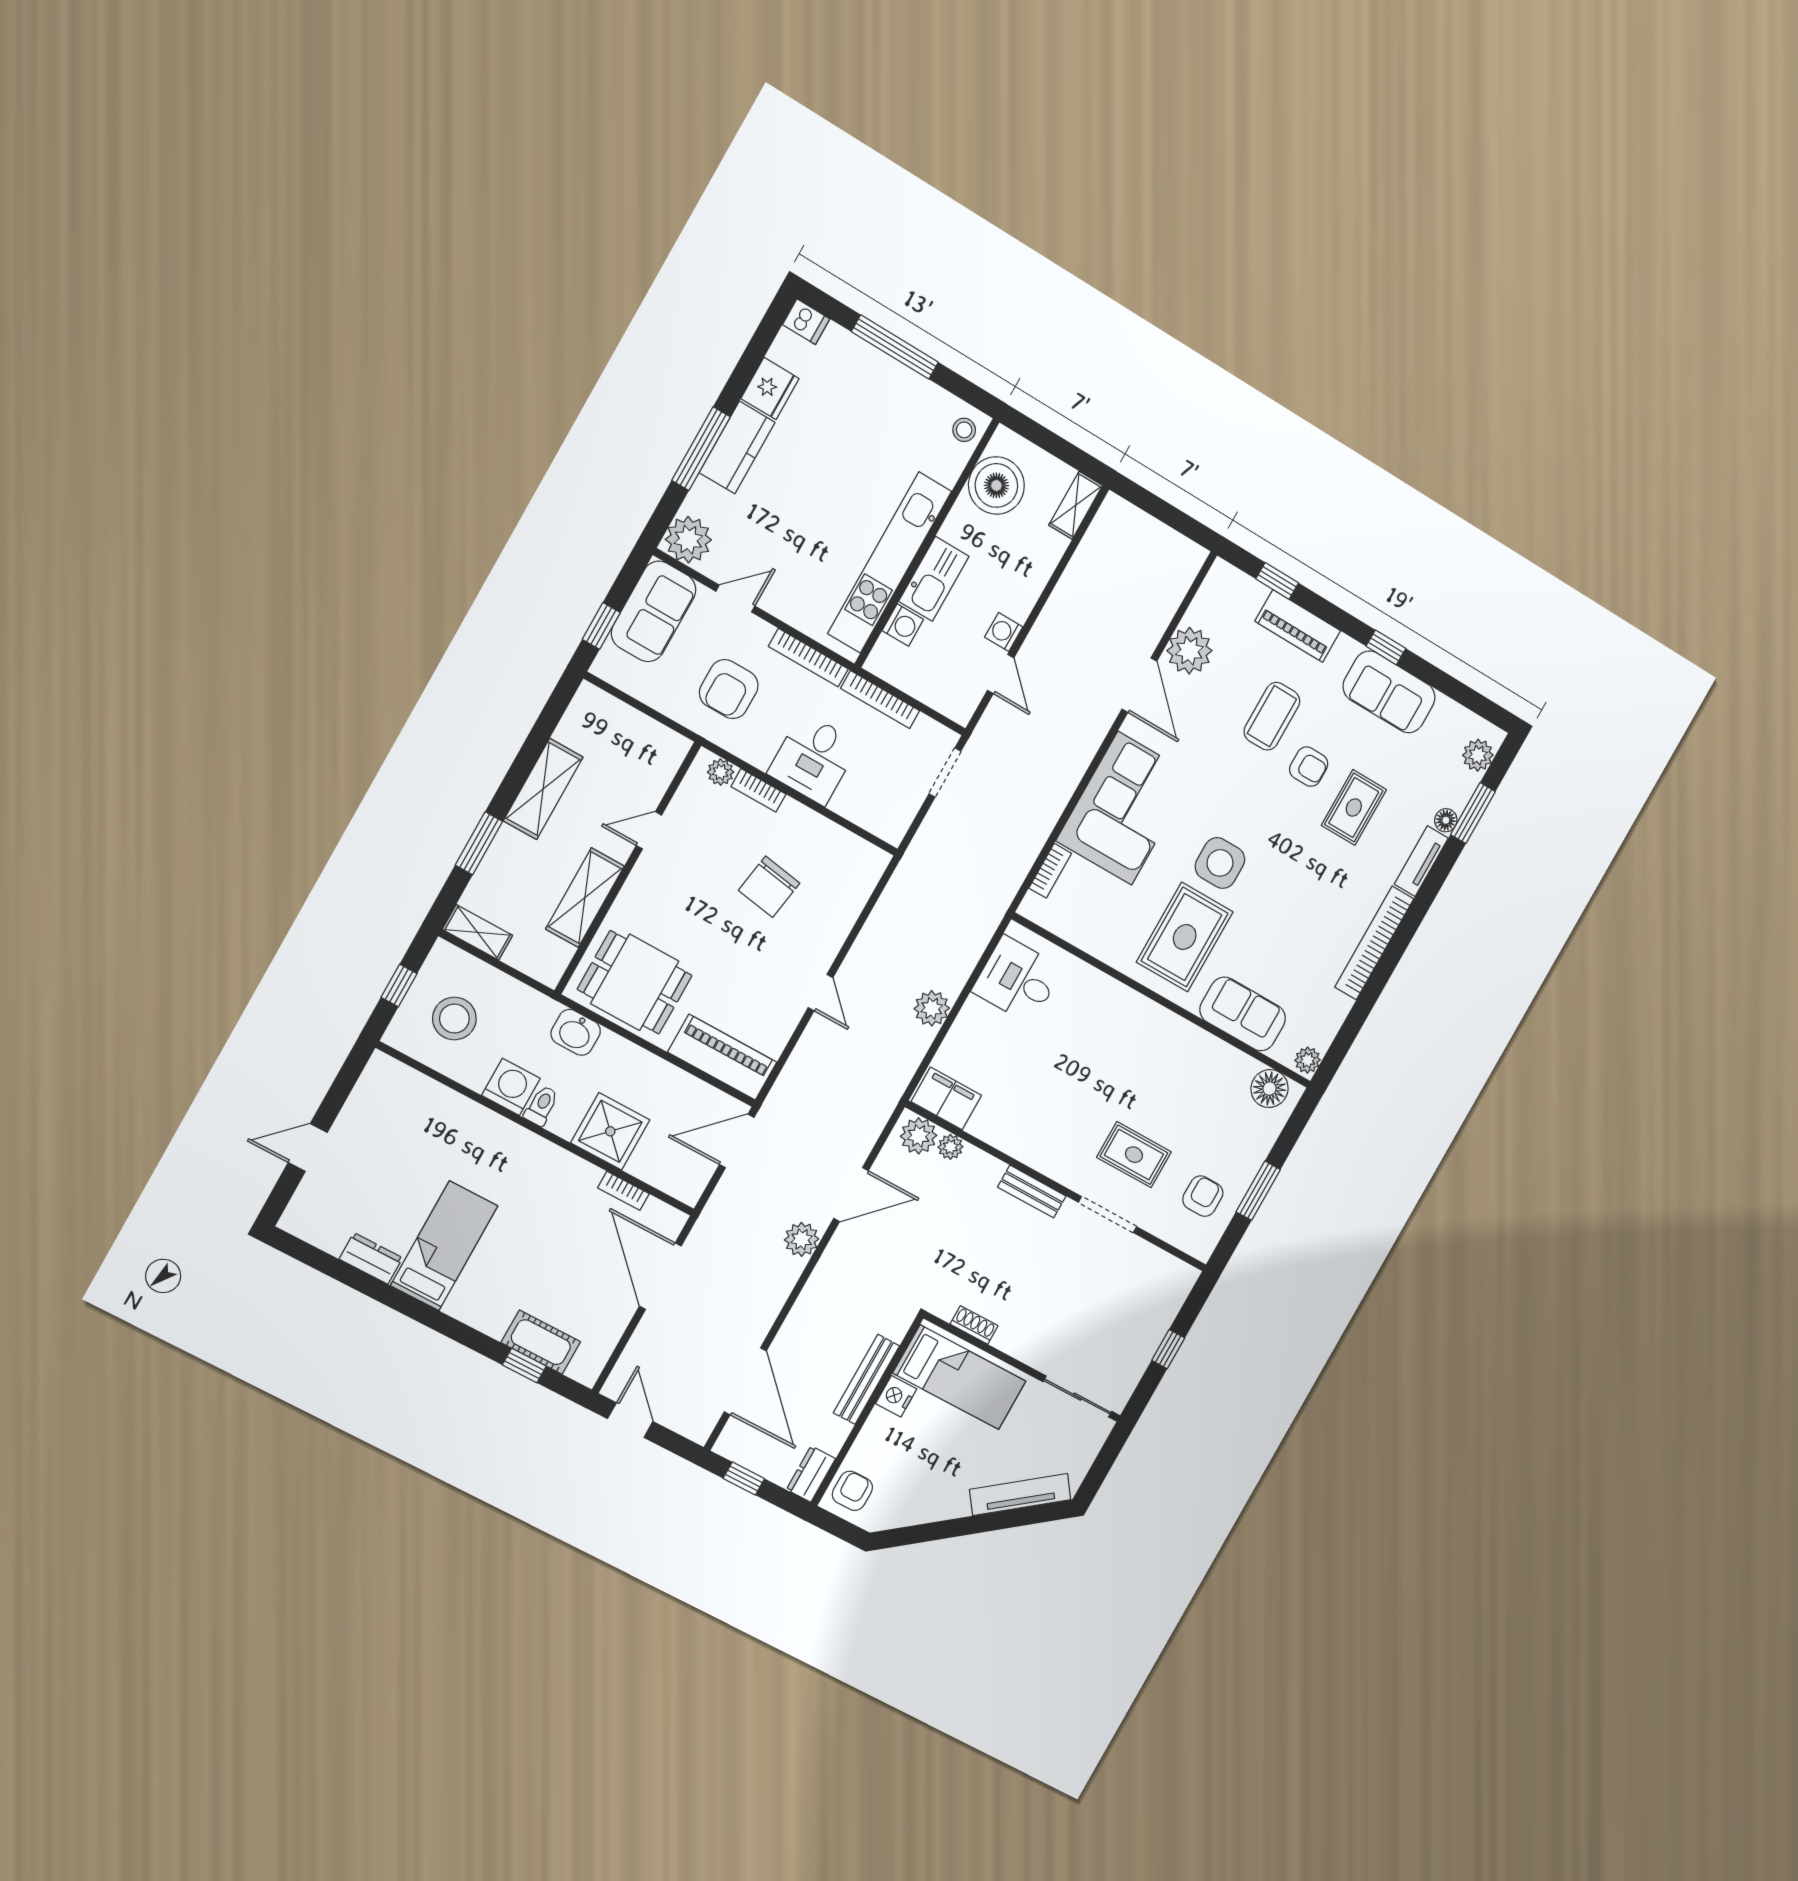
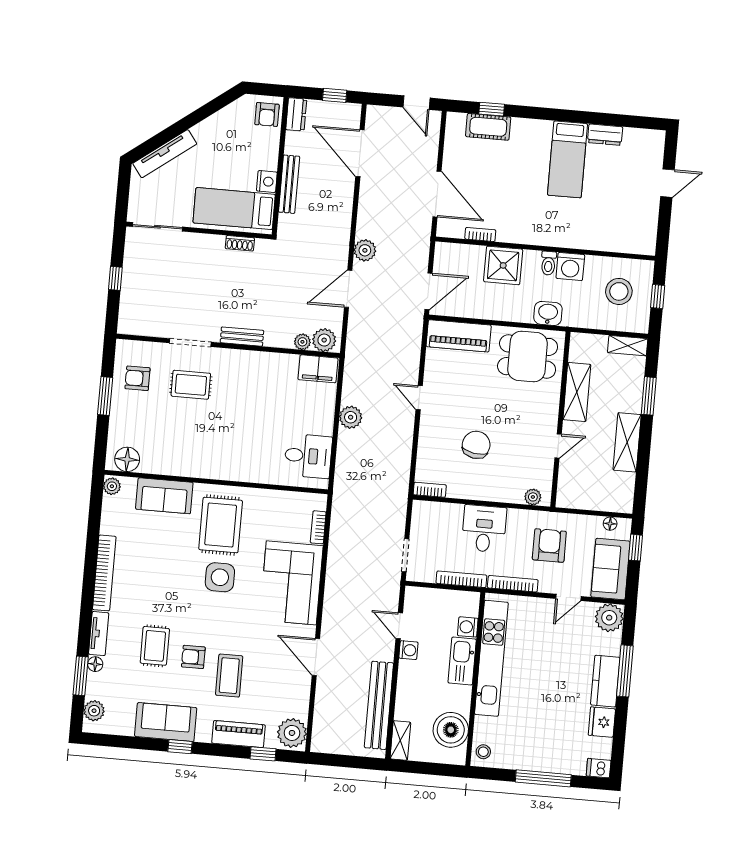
bench: (1083, 572) -> (379, 705), added
plant: (1189, 651) -> (292, 733), moved
floor lamp: (623, 680) -> (610, 524), added
bookcase: (758, 790) -> (430, 490), moved
armchair: (1203, 1196) -> (137, 378), turned 90

